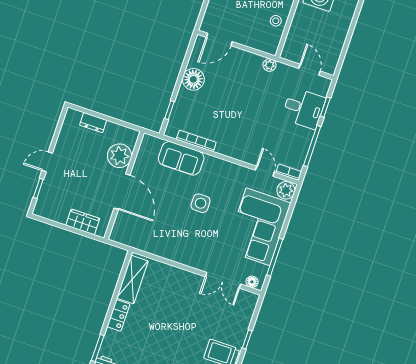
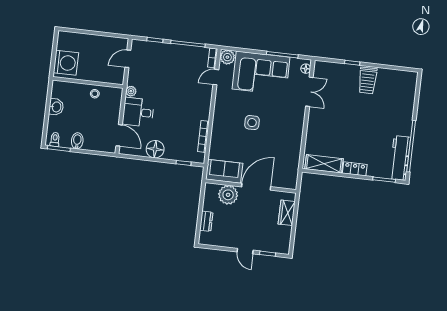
desk: (304, 108) -> (138, 112), moved, turned -90
sofa: (181, 158) -> (224, 171), moved, turned -90

